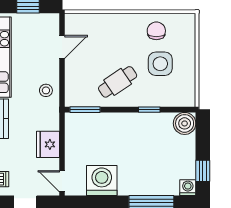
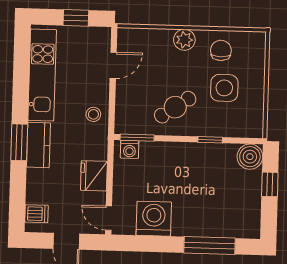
plant: (124, 22) -> (184, 40), added
window: (203, 171) -> (270, 184), moved
washing machine: (188, 188) -> (130, 149), moved, turned 180

